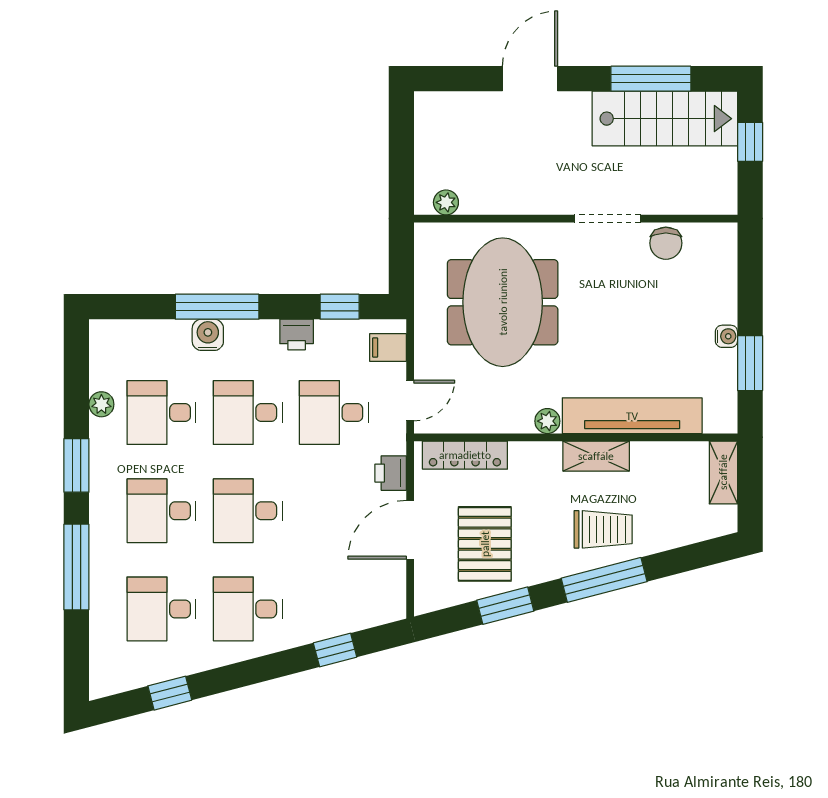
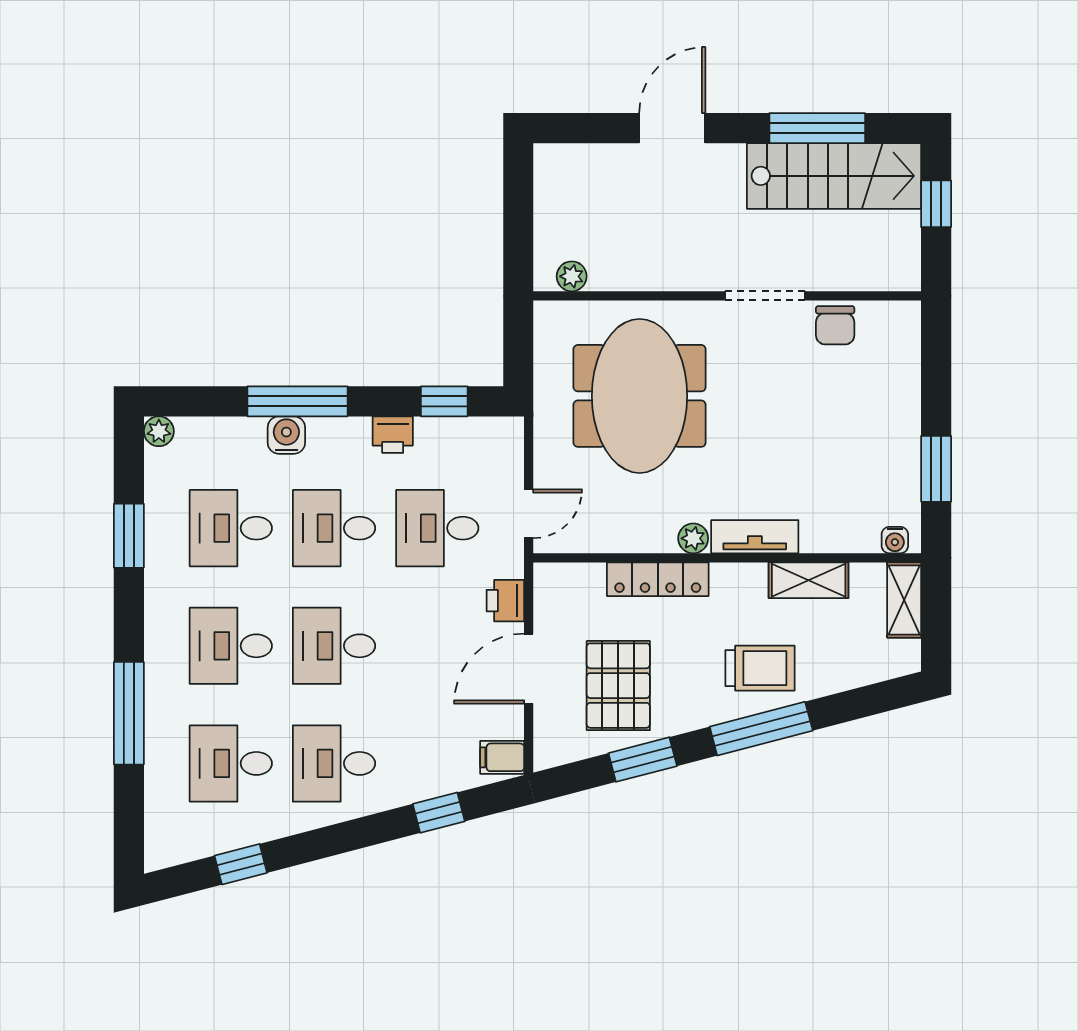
water cooler: (726, 336) -> (895, 540), moved, turned 90
filing cabinet: (388, 348) -> (502, 757), moved
plant: (101, 404) -> (159, 431), moved
tv unit: (632, 416) -> (755, 537), width x0.52, depth x0.78
locker: (465, 455) -> (658, 579), moved
shelving: (596, 456) -> (809, 580), moved
window: (76, 465) -> (129, 536), moved

